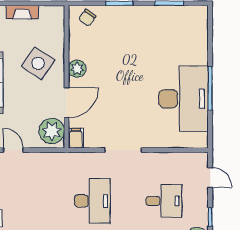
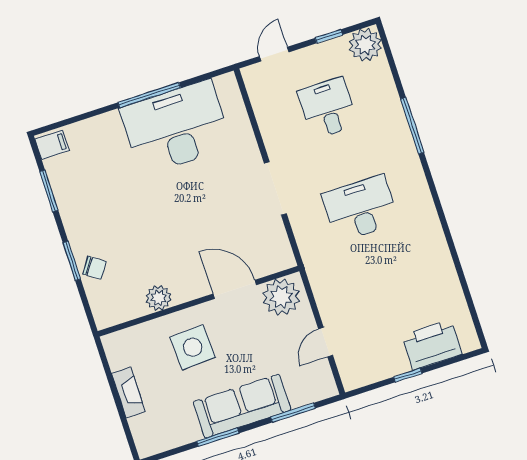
chair: (87, 18) -> (94, 268), moved
side table: (38, 63) -> (193, 347), turned -37
plant: (77, 69) -> (159, 298), moved
filing cabinet: (76, 138) -> (52, 145), moved, turned 180

